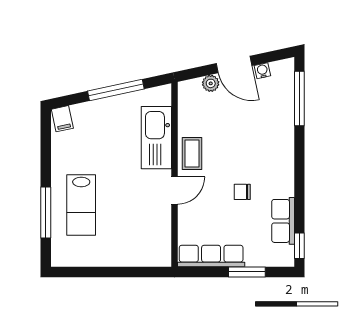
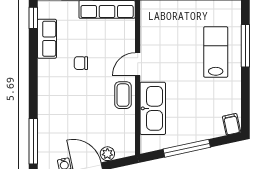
chair: (242, 192) -> (81, 63), turned 180

